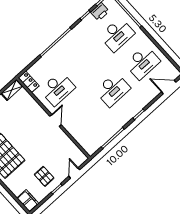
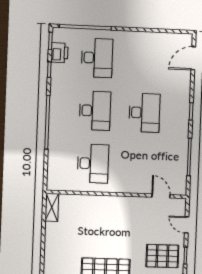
desk: (143, 62) -> (95, 111), moved
locker: (29, 82) -> (60, 184), removed
door: (56, 120) -> (161, 196), moved
pallet: (44, 176) -> (162, 256), width x1.50, depth x1.42

